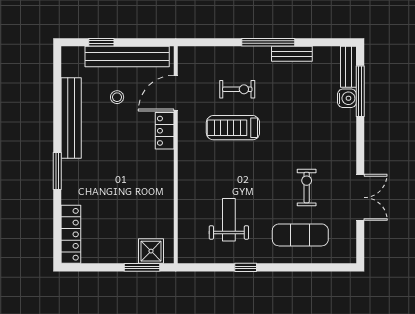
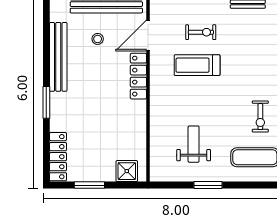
locker: (165, 131) -> (138, 76), width x1.53
exercise bike: (307, 187) -> (260, 117), turned 180
window: (142, 267) -> (89, 185), moved
window: (246, 267) -> (208, 185), width x1.50

